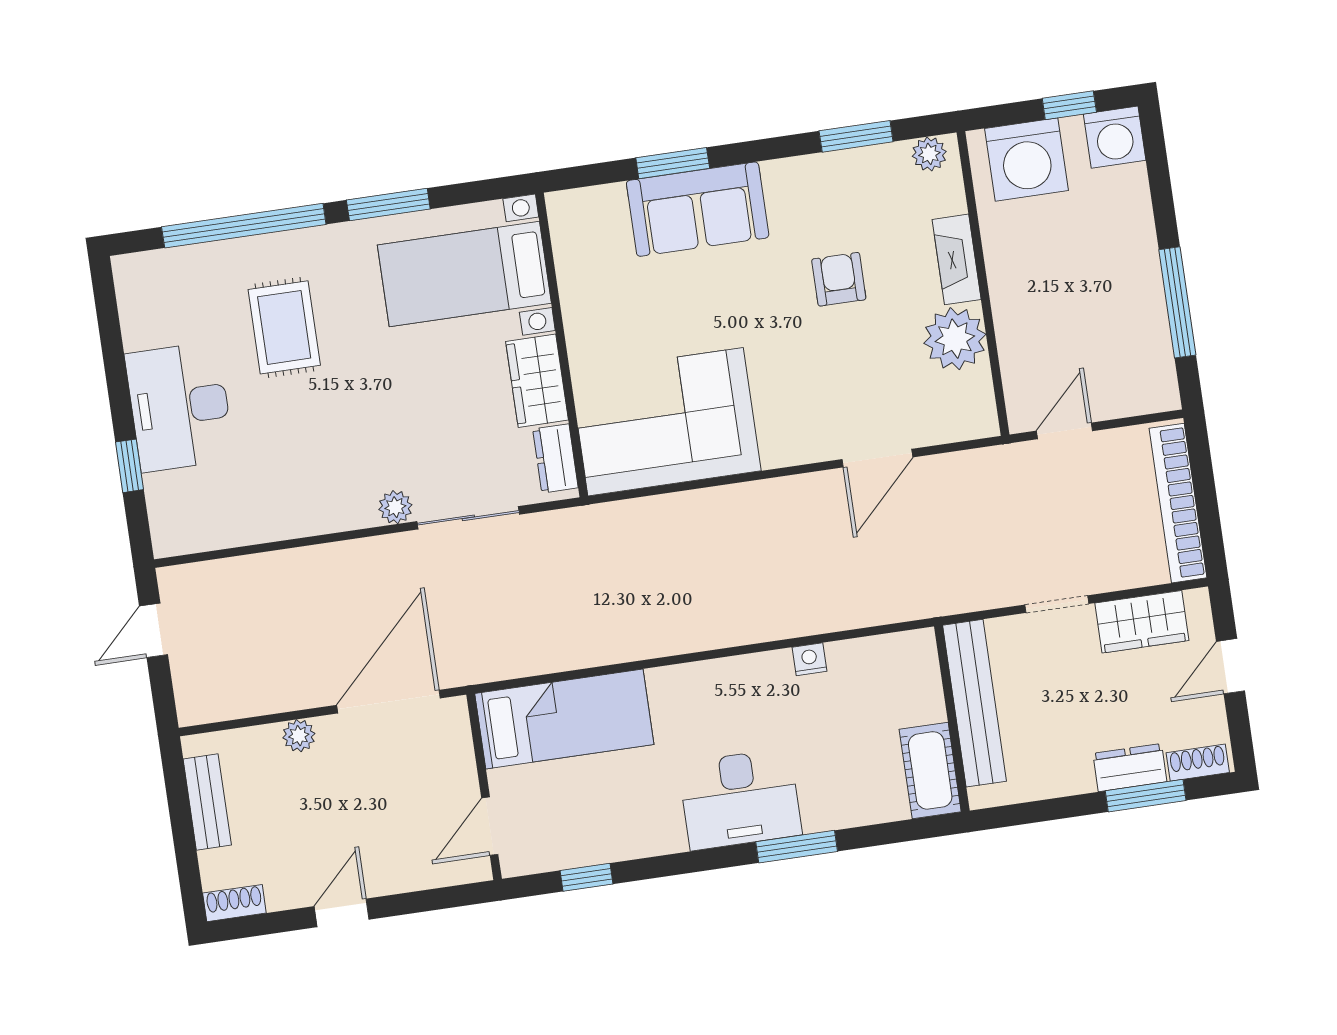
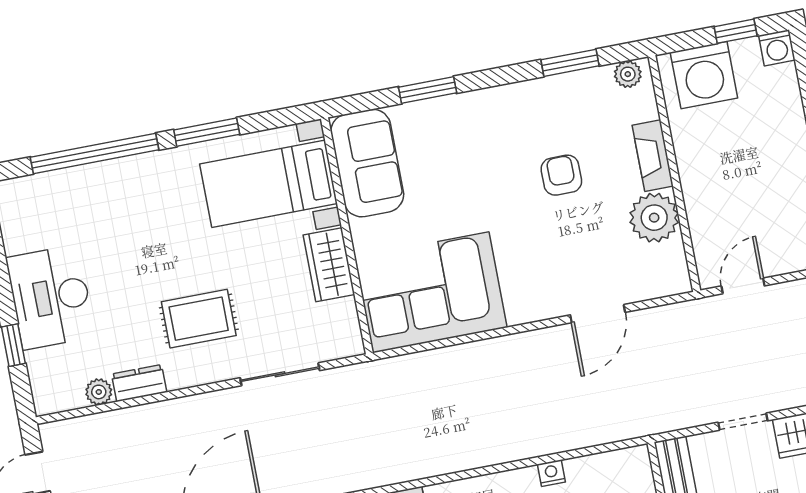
washing machine: (1115, 137) -> (777, 48), width x0.73, depth x0.73
sofa: (698, 209) -> (367, 163), moved, turned -90
rug: (284, 327) -> (199, 319), moved, turned 90
dresser: (555, 458) -> (139, 383), moved, turned 90
plant: (395, 507) -> (99, 392), moved

